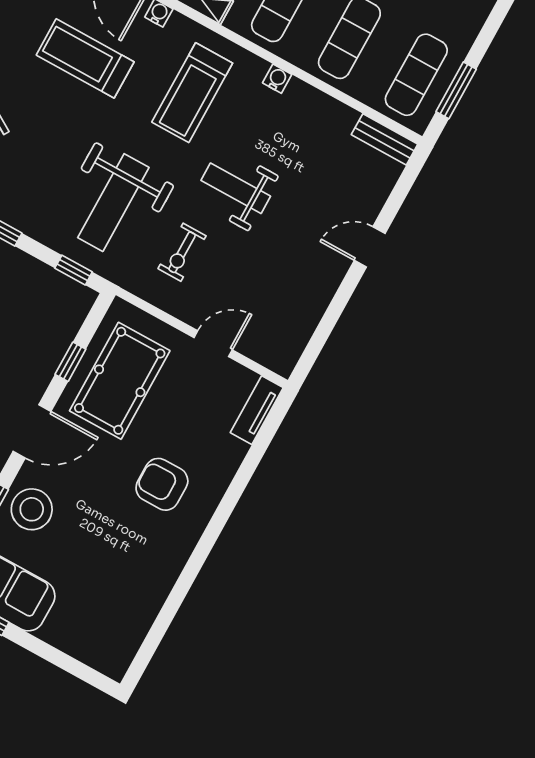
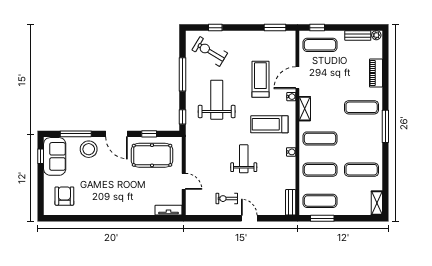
weight bench: (113, 203) -> (217, 100), moved, turned 90
exercise bike: (182, 252) -> (227, 199), moved
armchair: (162, 484) -> (64, 196), moved

